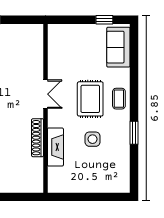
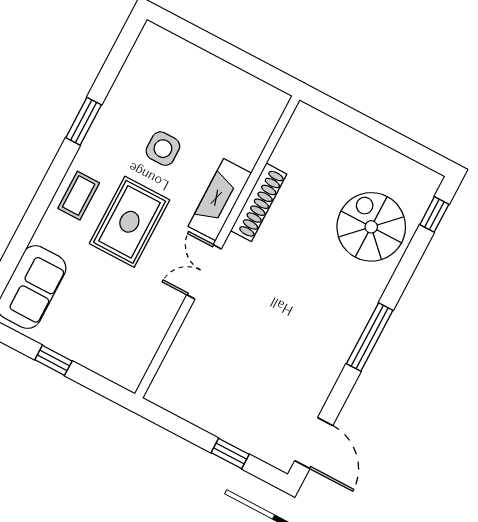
window: (104, 20) -> (53, 360), moved
fireplace: (55, 147) -> (220, 200), moved

